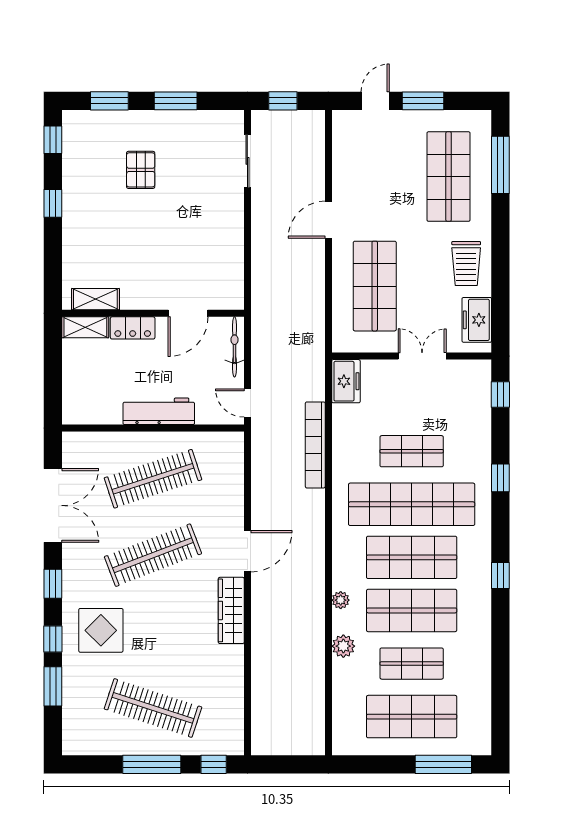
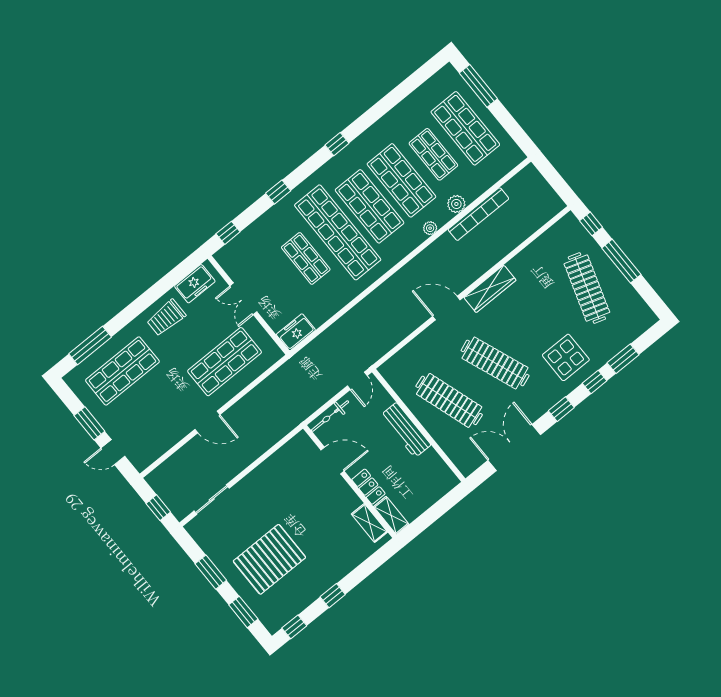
pallet: (141, 170) -> (269, 559), width x2.05, depth x2.00
trolley: (466, 264) -> (166, 318), turned 180
bookcase: (315, 445) -> (478, 214), moved

